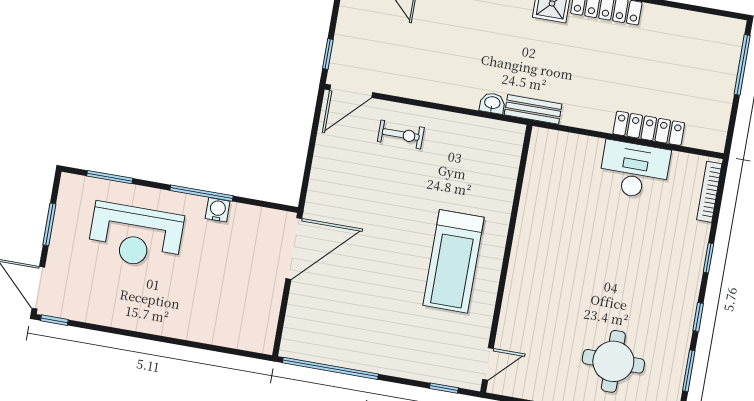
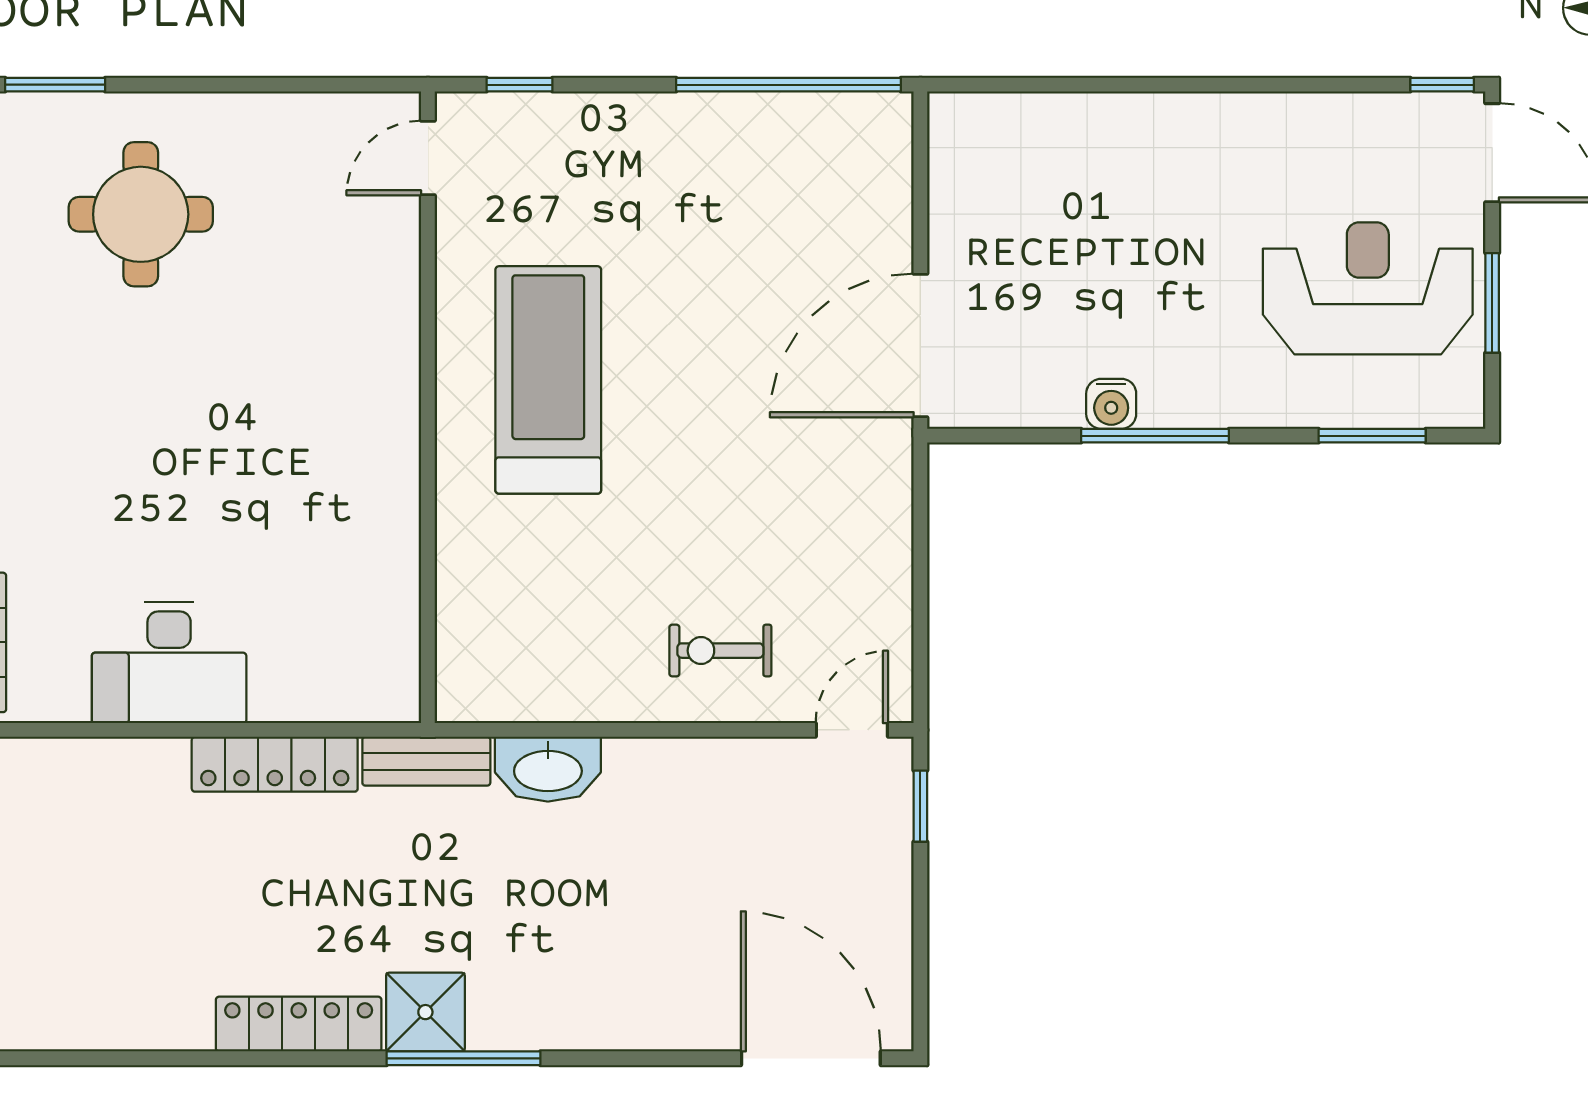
door: (351, 91) -> (852, 730), width x0.73
washbasin: (492, 103) -> (548, 769), width x1.91, depth x1.45
locker: (649, 128) -> (275, 764), moved
reception desk: (136, 236) -> (1368, 288), moved

